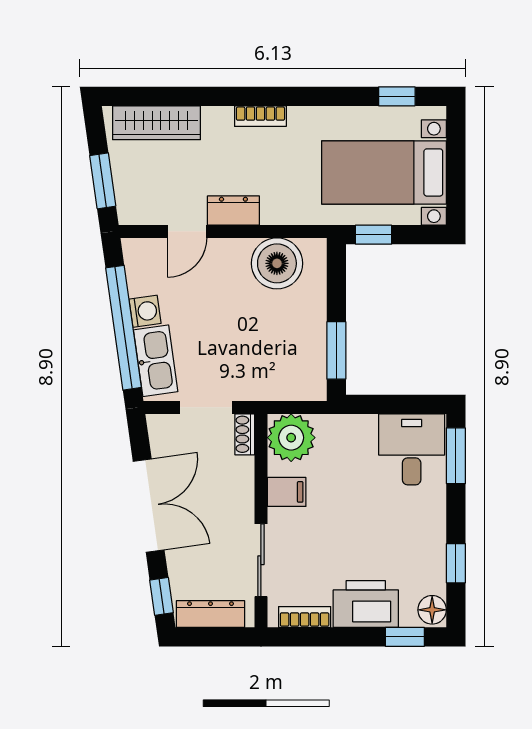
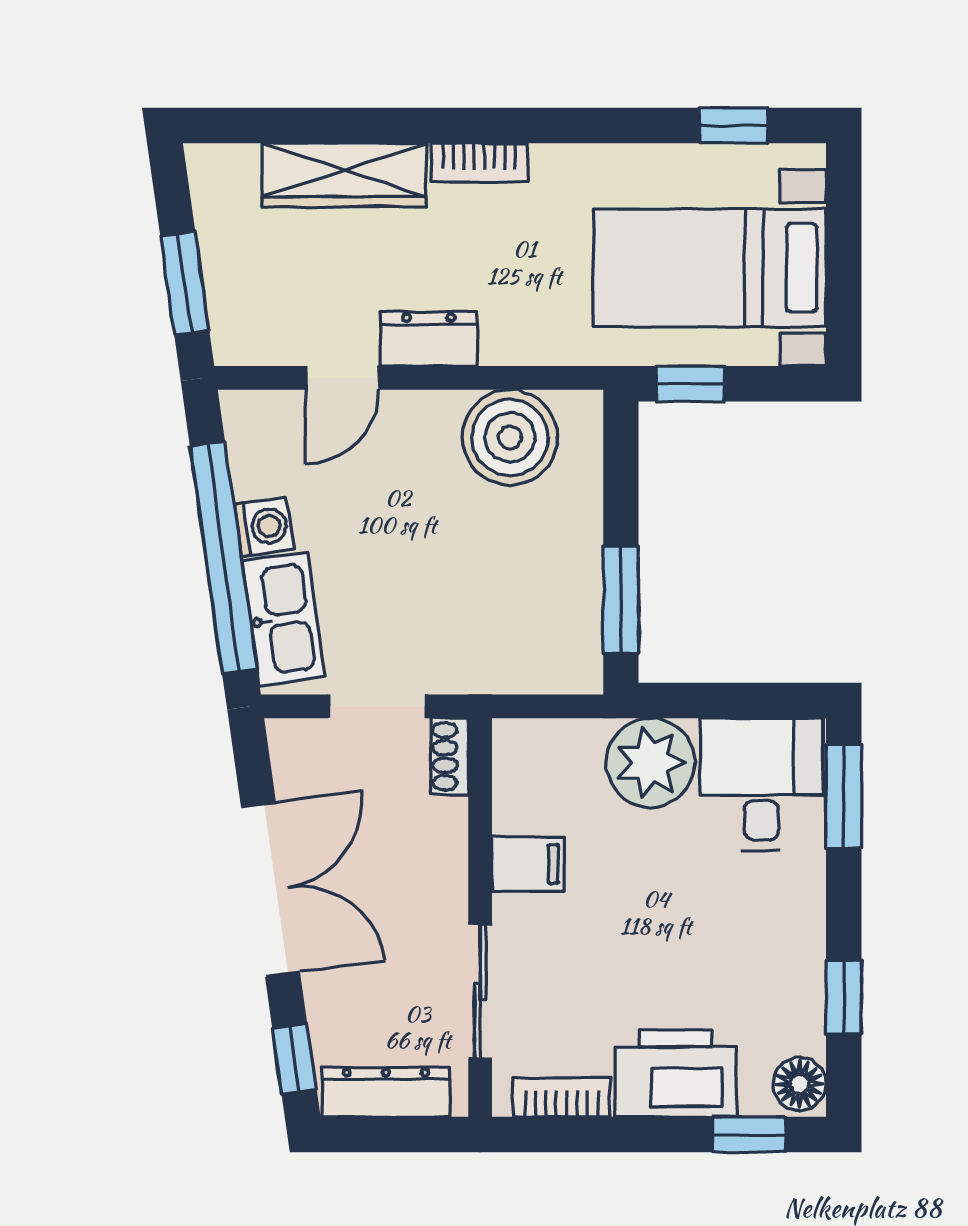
wardrobe: (157, 123) -> (344, 175), moved
plant: (291, 438) -> (650, 763), moved

